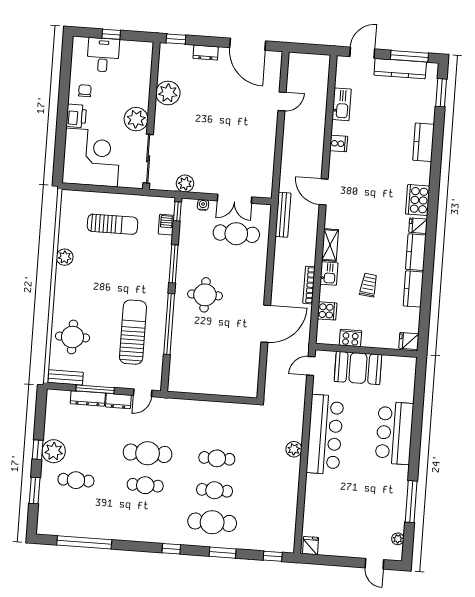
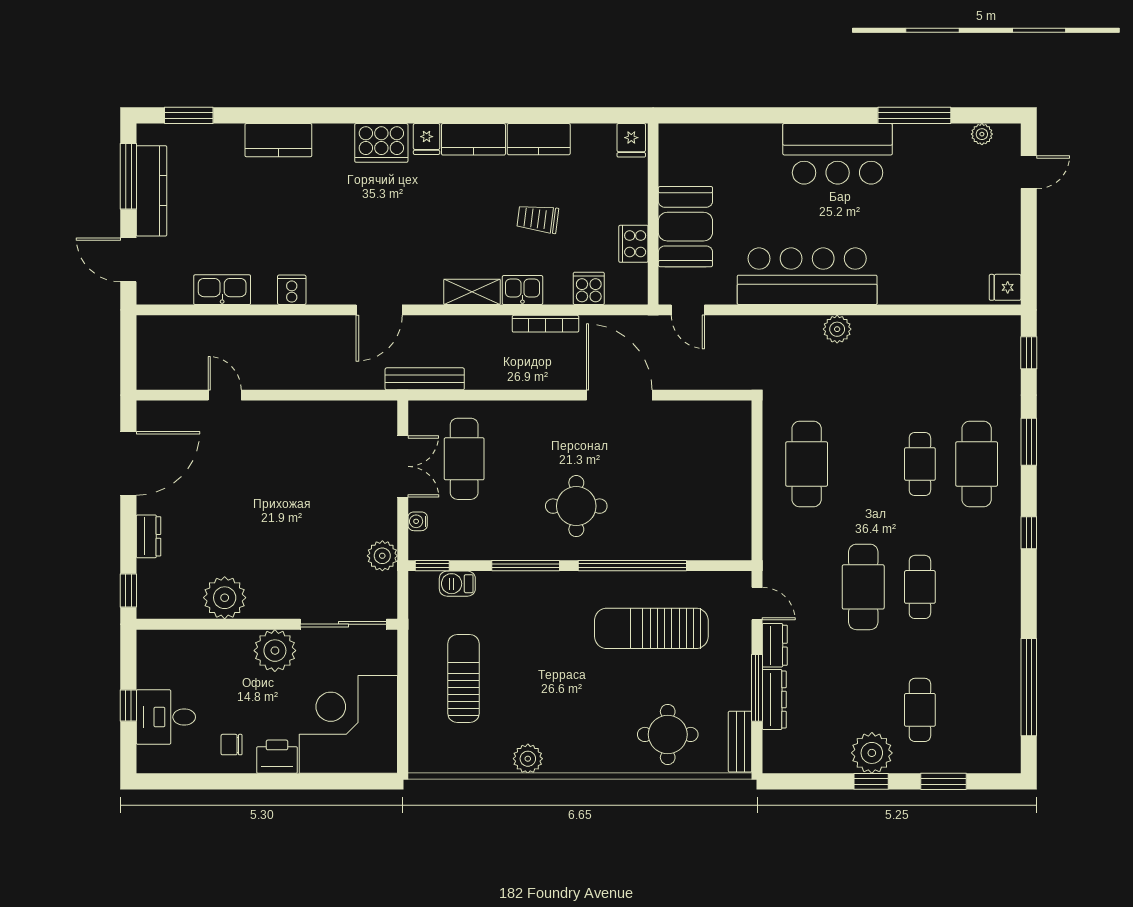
bar counter: (394, 433) -> (838, 154), moved
cafe table: (217, 458) -> (807, 464), moved, width x1.37, depth x1.35

